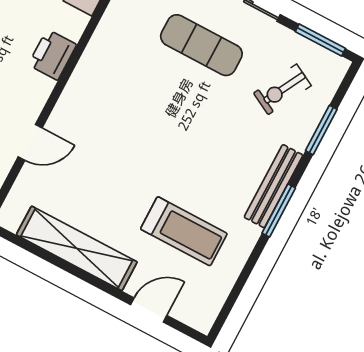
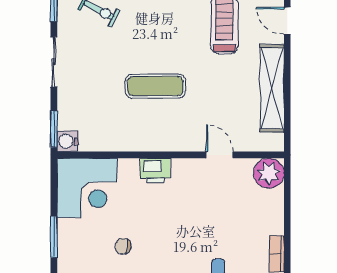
exercise mat: (201, 45) -> (155, 86), moved, turned 90

